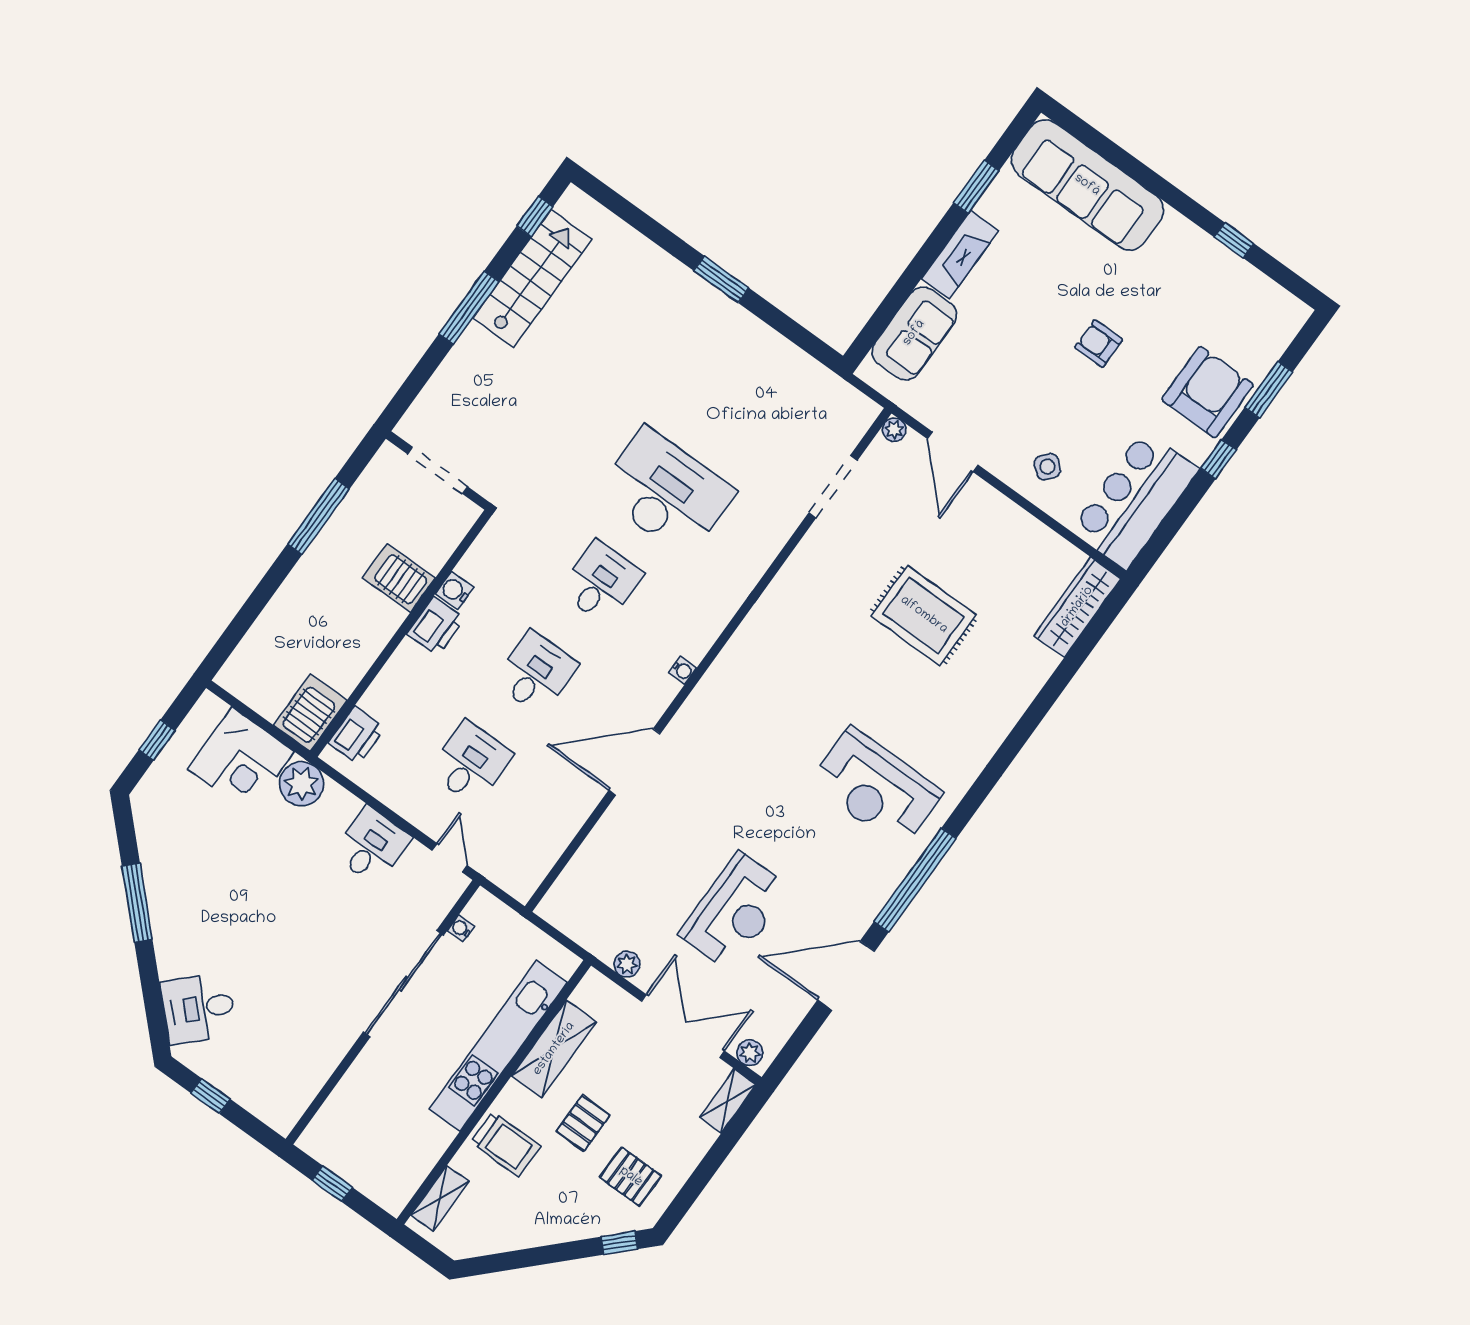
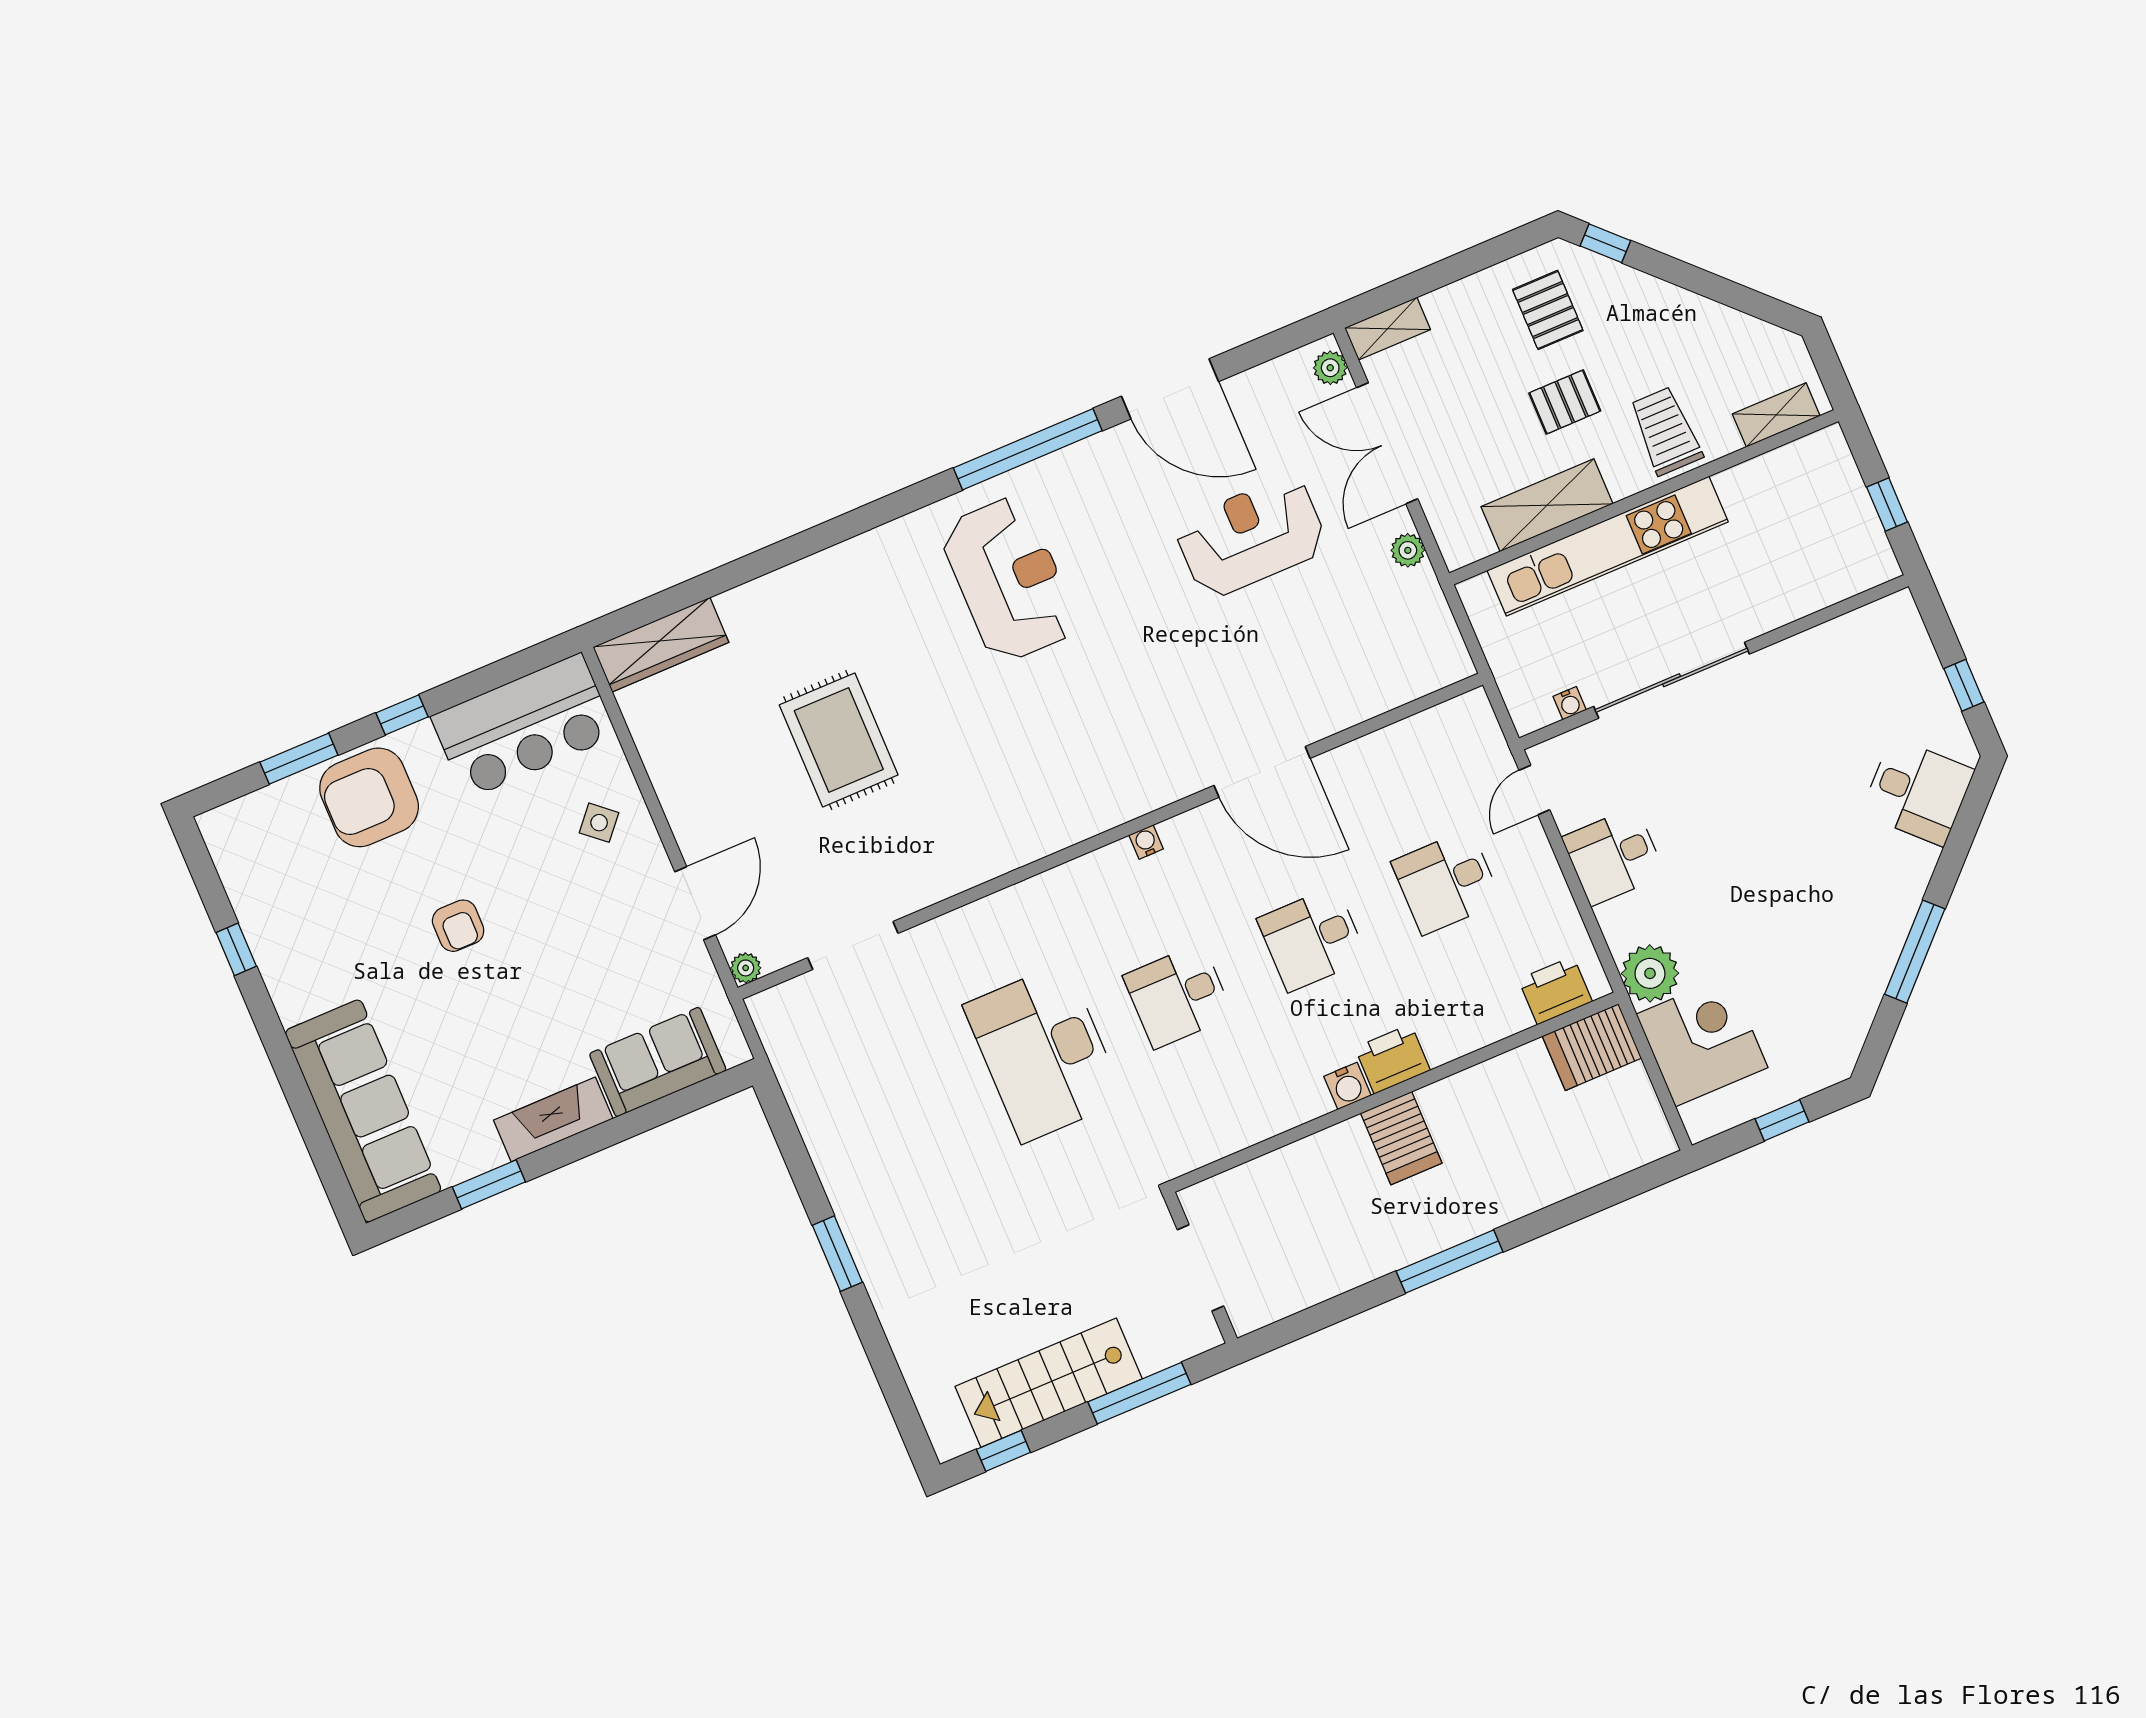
doorway: (438, 470) -> (1200, 1268), moved
wall: (438, 471) -> (1200, 1268), moved

